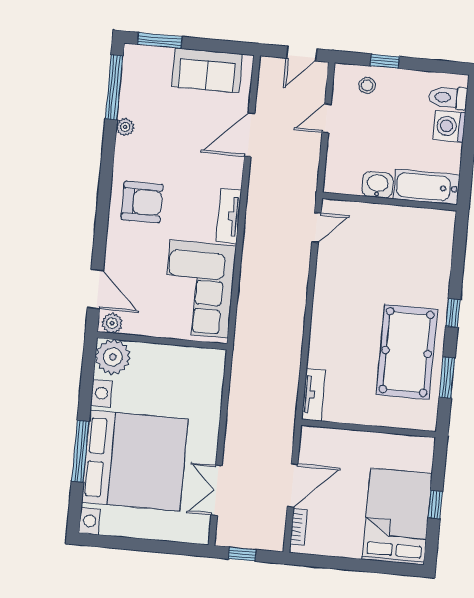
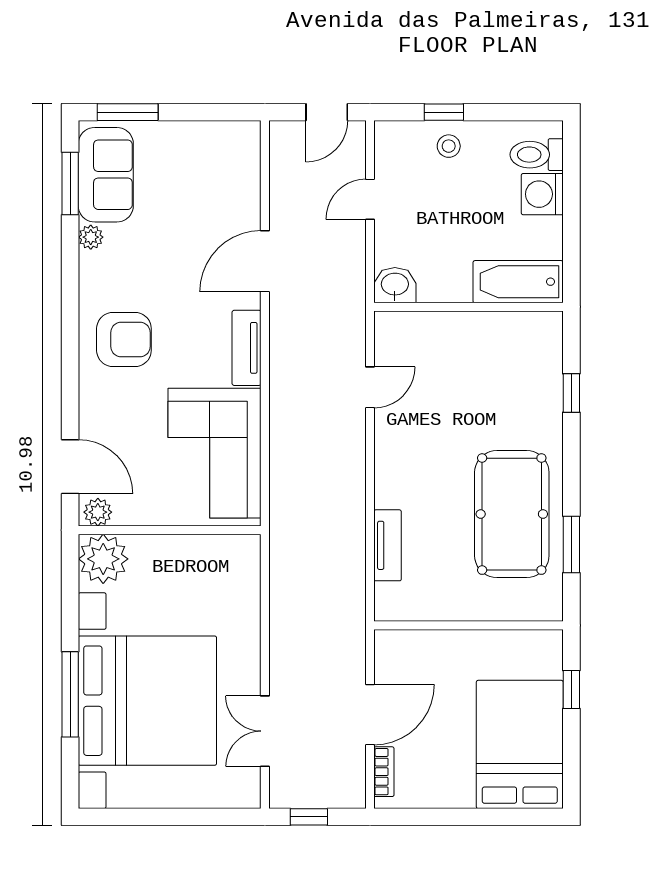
sofa: (207, 70) -> (106, 175), moved, turned -90
stool: (367, 85) -> (449, 146), moved
window: (114, 87) -> (70, 183), width x0.69
door: (250, 135) -> (265, 261), moved
washbasin: (377, 185) -> (395, 285), moved
door: (316, 227) -> (370, 387), moved
window: (453, 313) -> (571, 393), moved
tv unit: (313, 395) -> (388, 545), moved
window: (435, 505) -> (571, 689), moved

